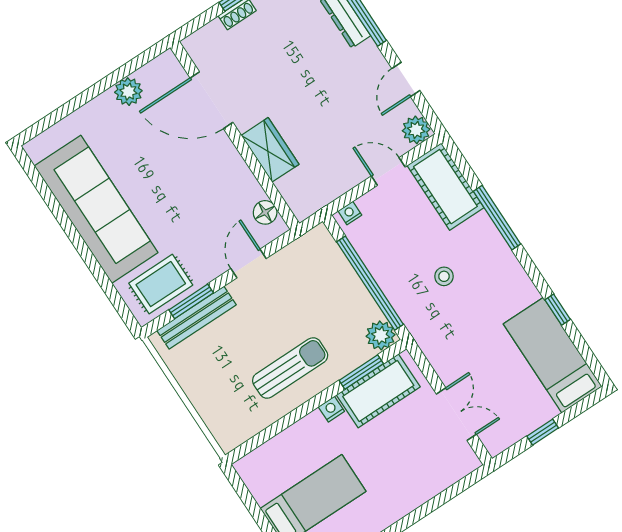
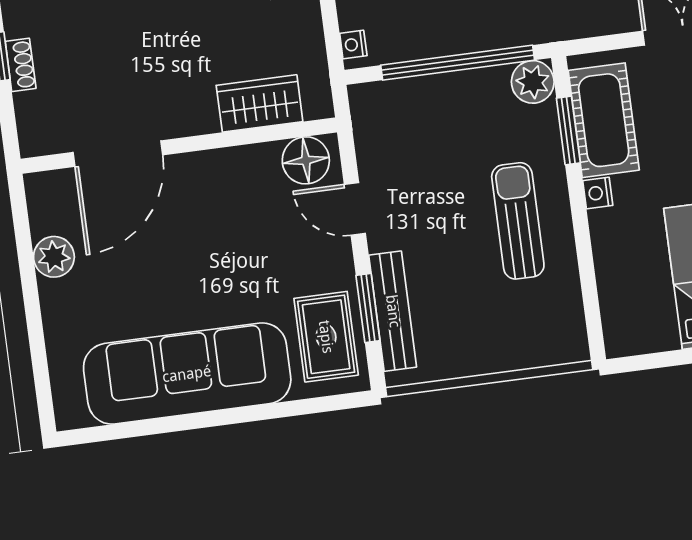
wardrobe: (270, 150) -> (260, 103), moved
floor lamp: (265, 212) -> (306, 160), width x1.38, depth x1.38

